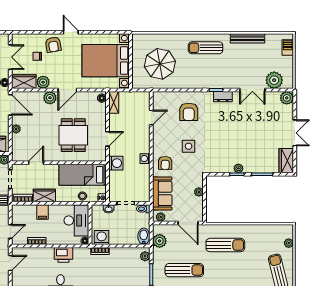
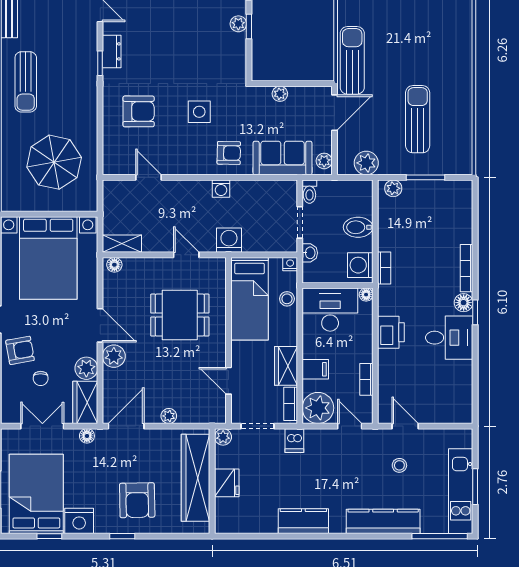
plant: (21, 214) -> (318, 408), added
bidet: (144, 236) -> (358, 227), moved
sun lounger: (225, 245) -> (352, 60), moved

